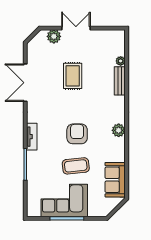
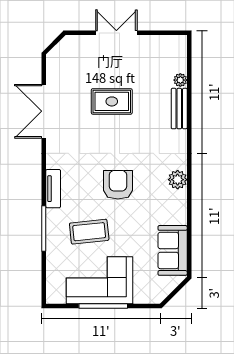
plant: (54, 36) -> (85, 45), removed
rug: (73, 76) -> (112, 101), turned 90
coffee table: (76, 166) -> (89, 232), moved

